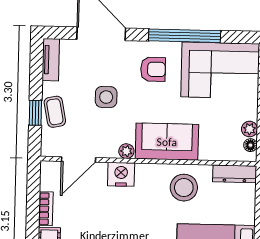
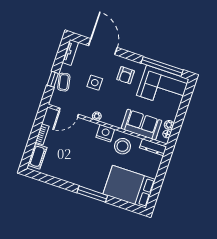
window: (185, 36) -> (162, 66), moved
armchair: (153, 69) -> (126, 75), turned 90
sofa: (167, 142) -> (141, 125), moved
nightstand: (121, 174) -> (105, 133), moved

